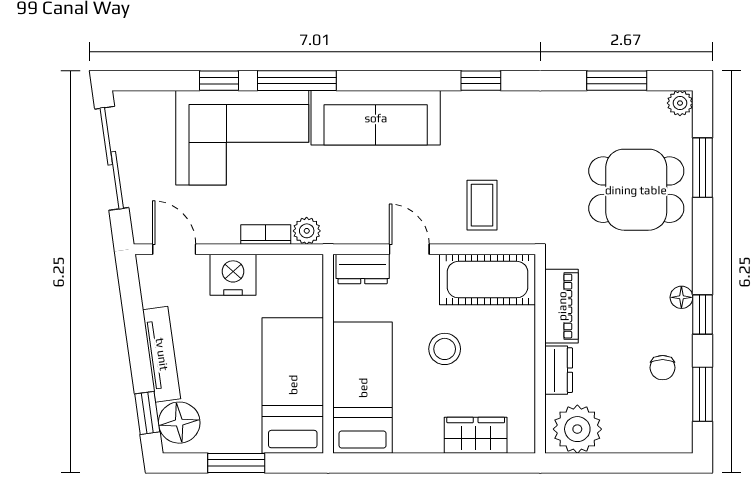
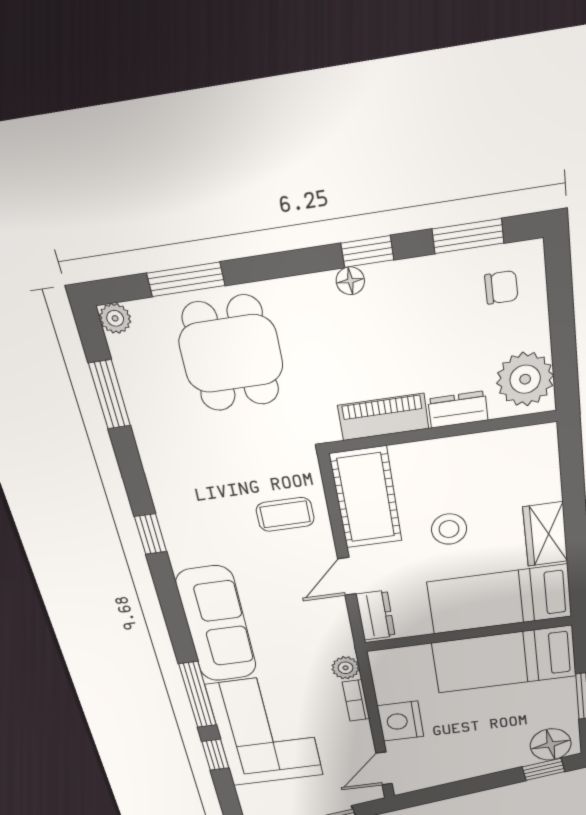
tv unit: (162, 354) -> (486, 766), removed
chair: (663, 368) -> (501, 287), moved
wardrobe: (476, 435) -> (545, 534), moved

